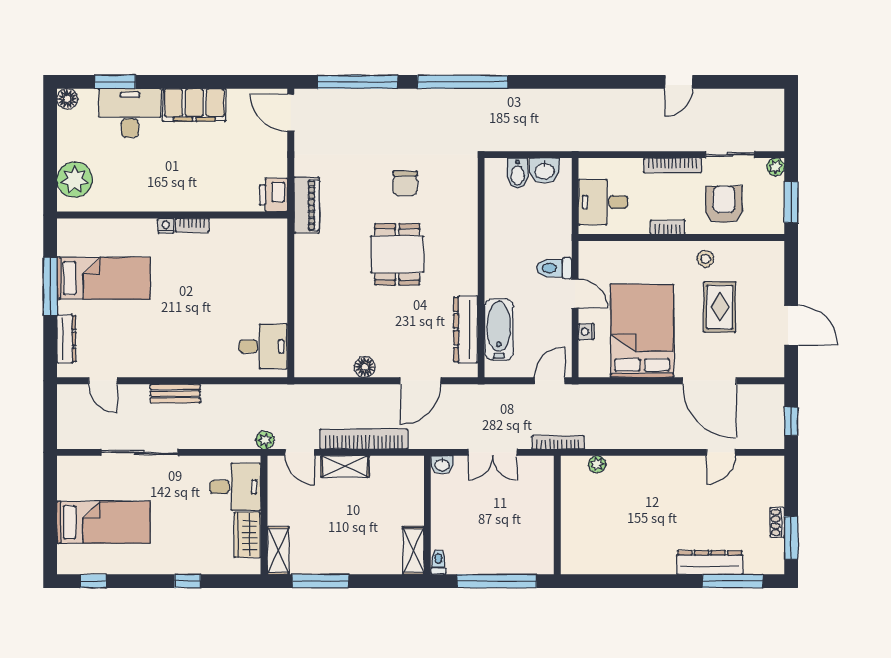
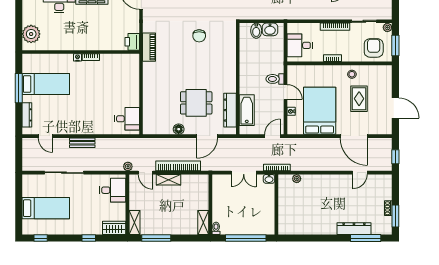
armchair: (724, 204) -> (374, 48), moved
dining table: (397, 254) -> (196, 103), moved, turned 90
washbasin: (442, 465) -> (269, 179), moved
wardrobe: (247, 535) -> (114, 228), moved, turned 90

